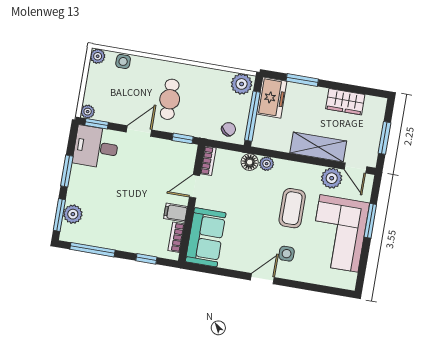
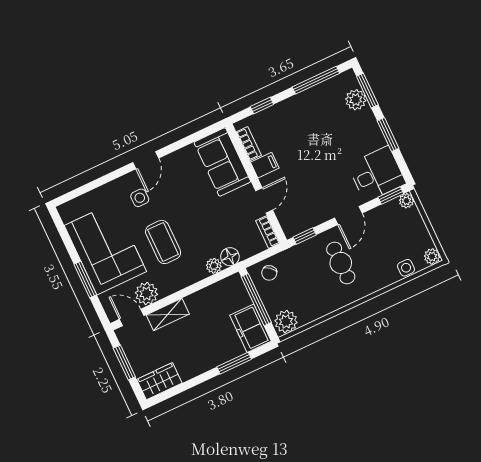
wardrobe: (345, 102) -> (159, 381), moved
shelving: (318, 147) -> (168, 315), width x0.67, depth x0.75

